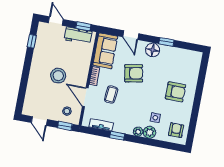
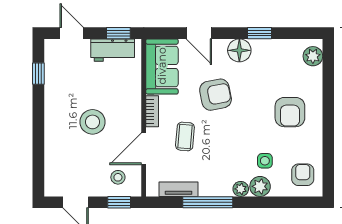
plant: (195, 61) -> (313, 56), added
armchair: (176, 92) -> (290, 112), turned 90
door: (85, 97) -> (144, 149), hinge flipped
window: (117, 136) -> (208, 202), width x2.17

